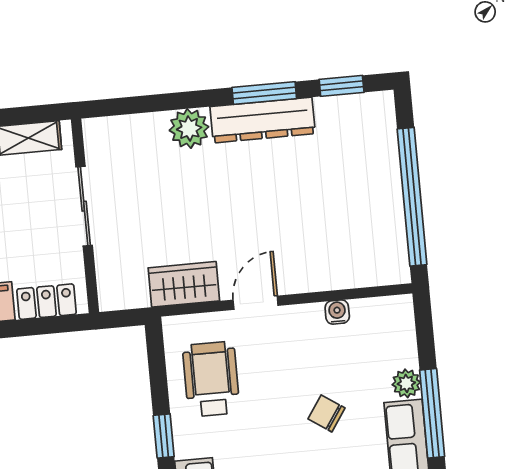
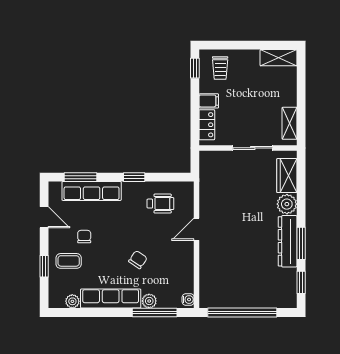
wardrobe: (184, 284) -> (287, 176), moved, turned 180
door: (256, 303) -> (197, 229), swing flipped
water cooler: (337, 312) -> (188, 300), moved
wheelchair: (211, 379) -> (160, 204), width x0.73, depth x0.73
window: (432, 413) -> (155, 313), moved

